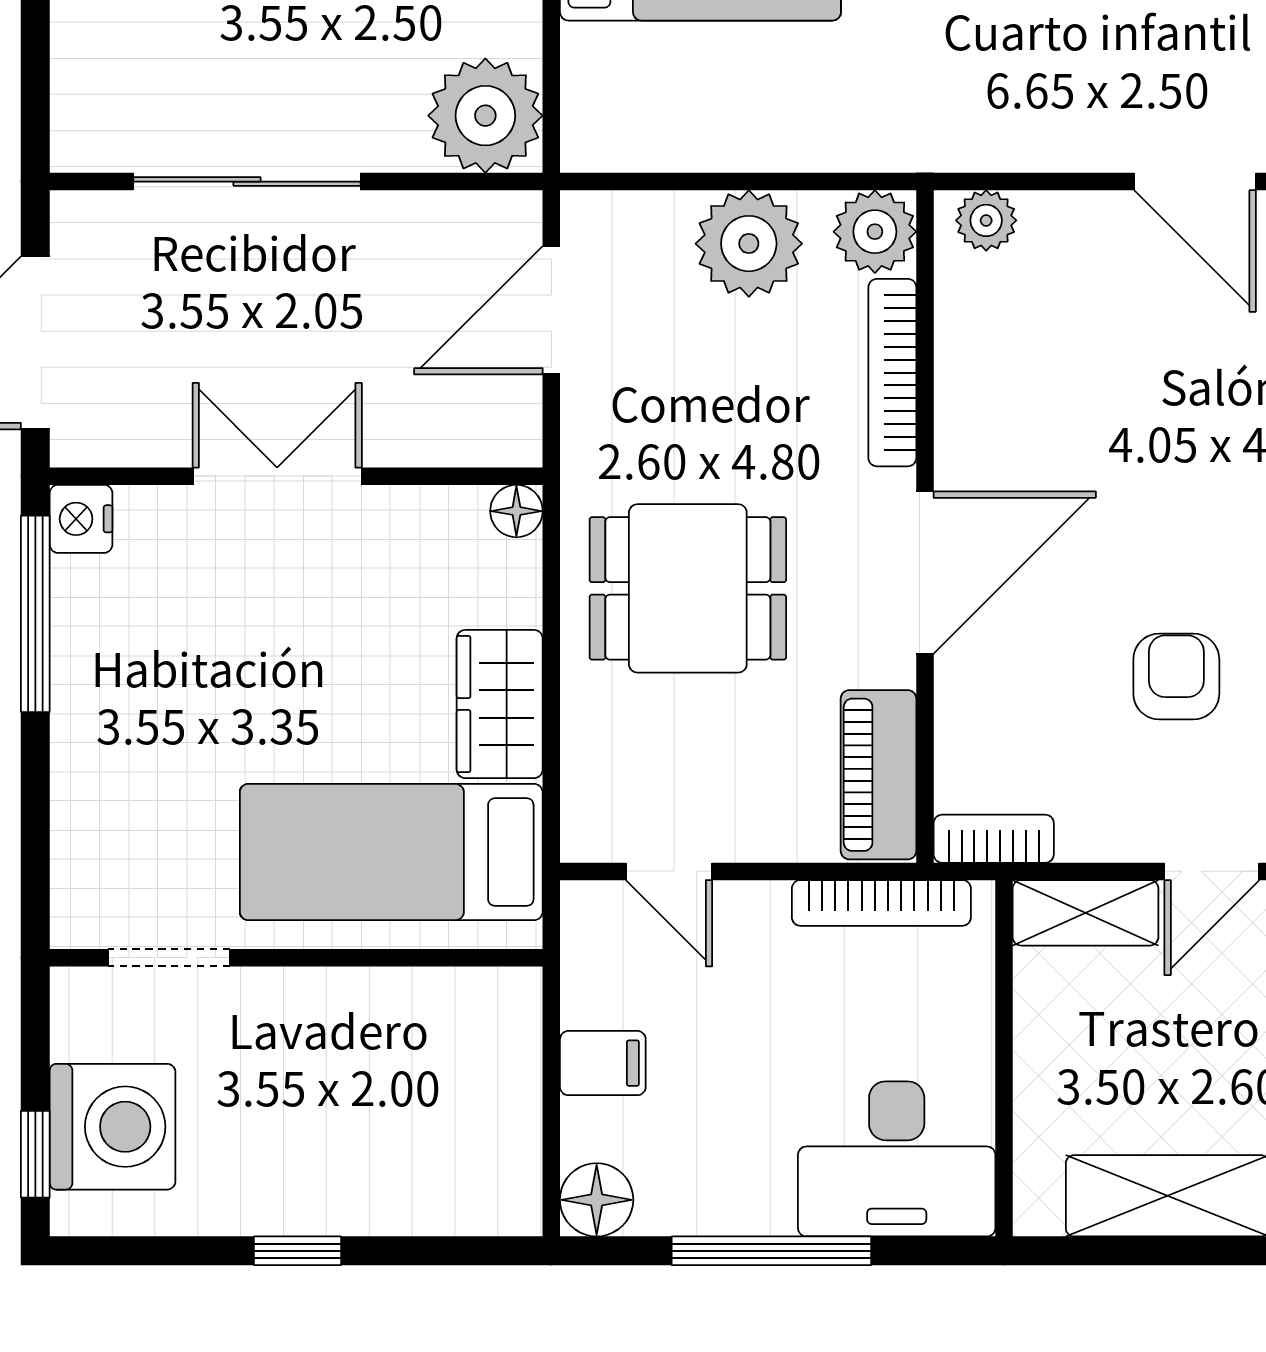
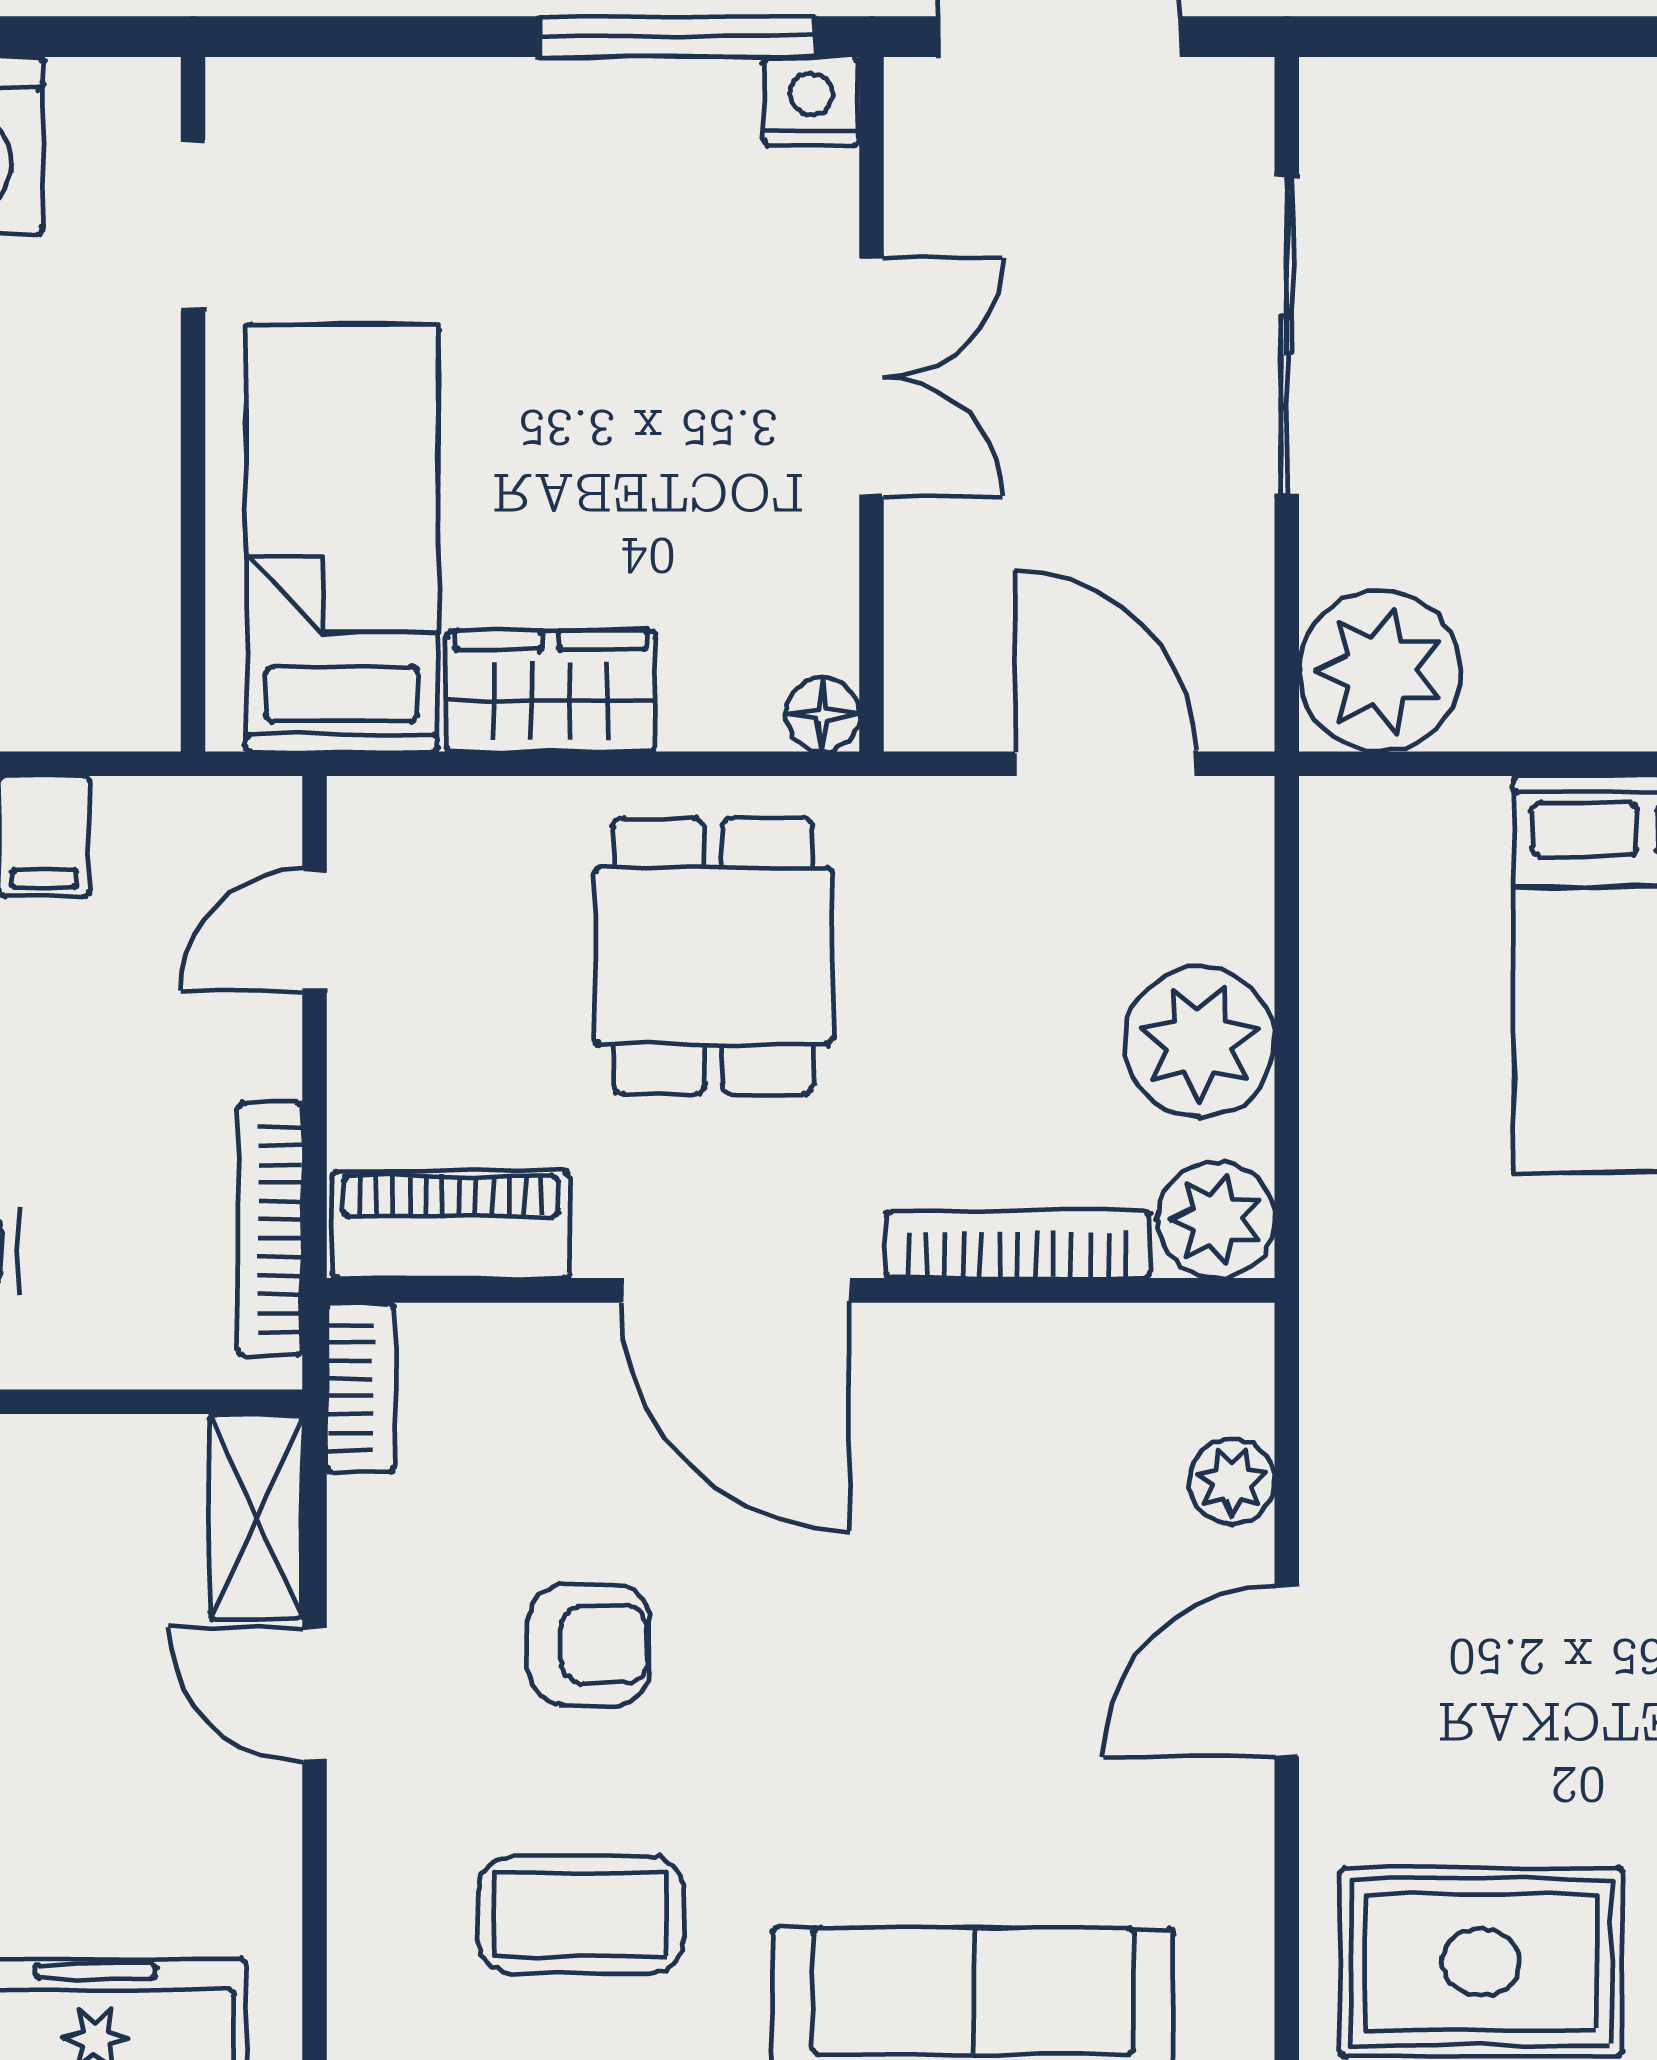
plant: (986, 220) -> (1232, 1481), moved

